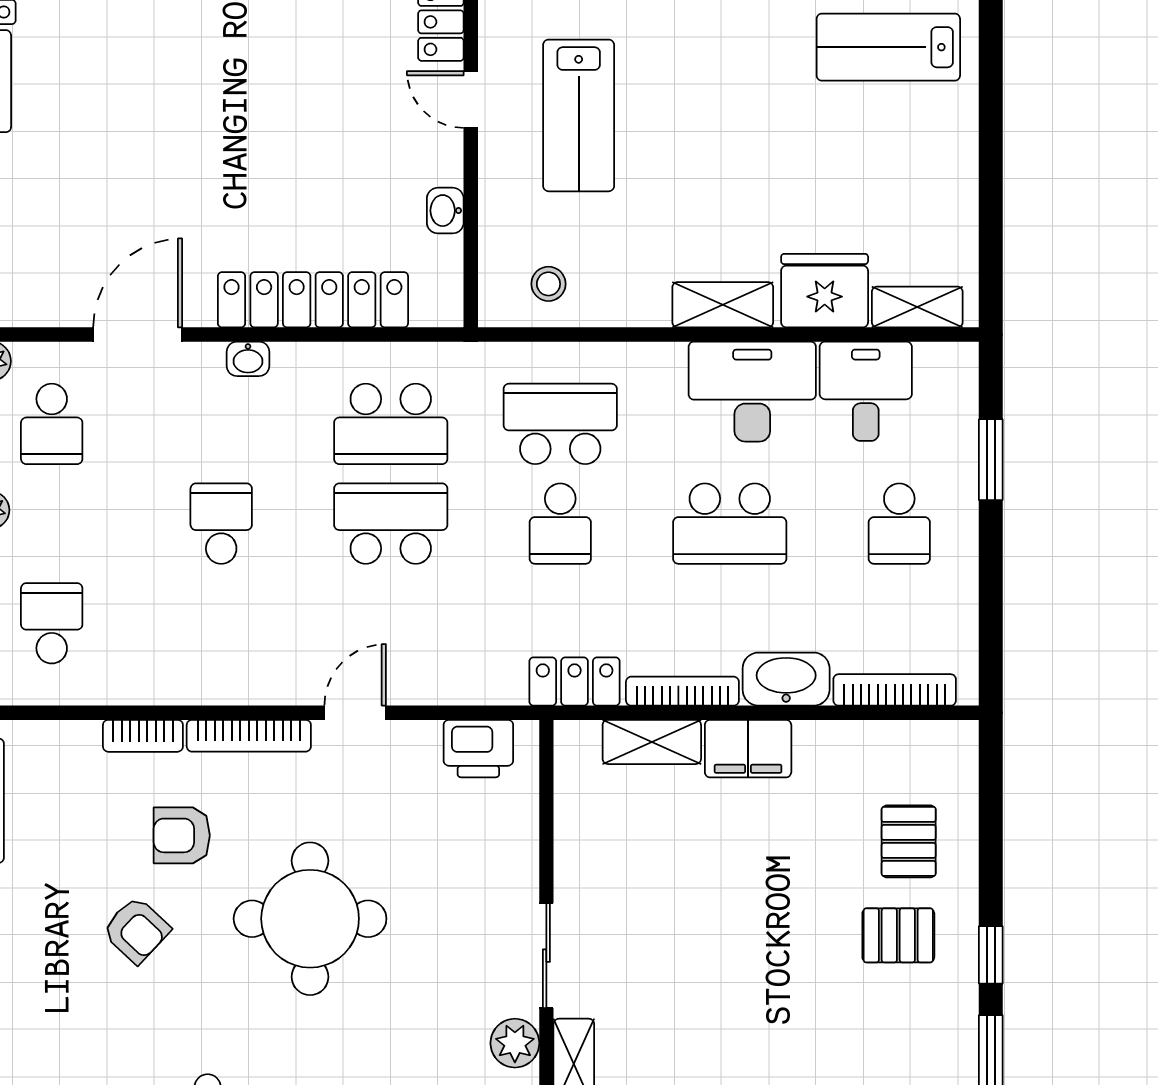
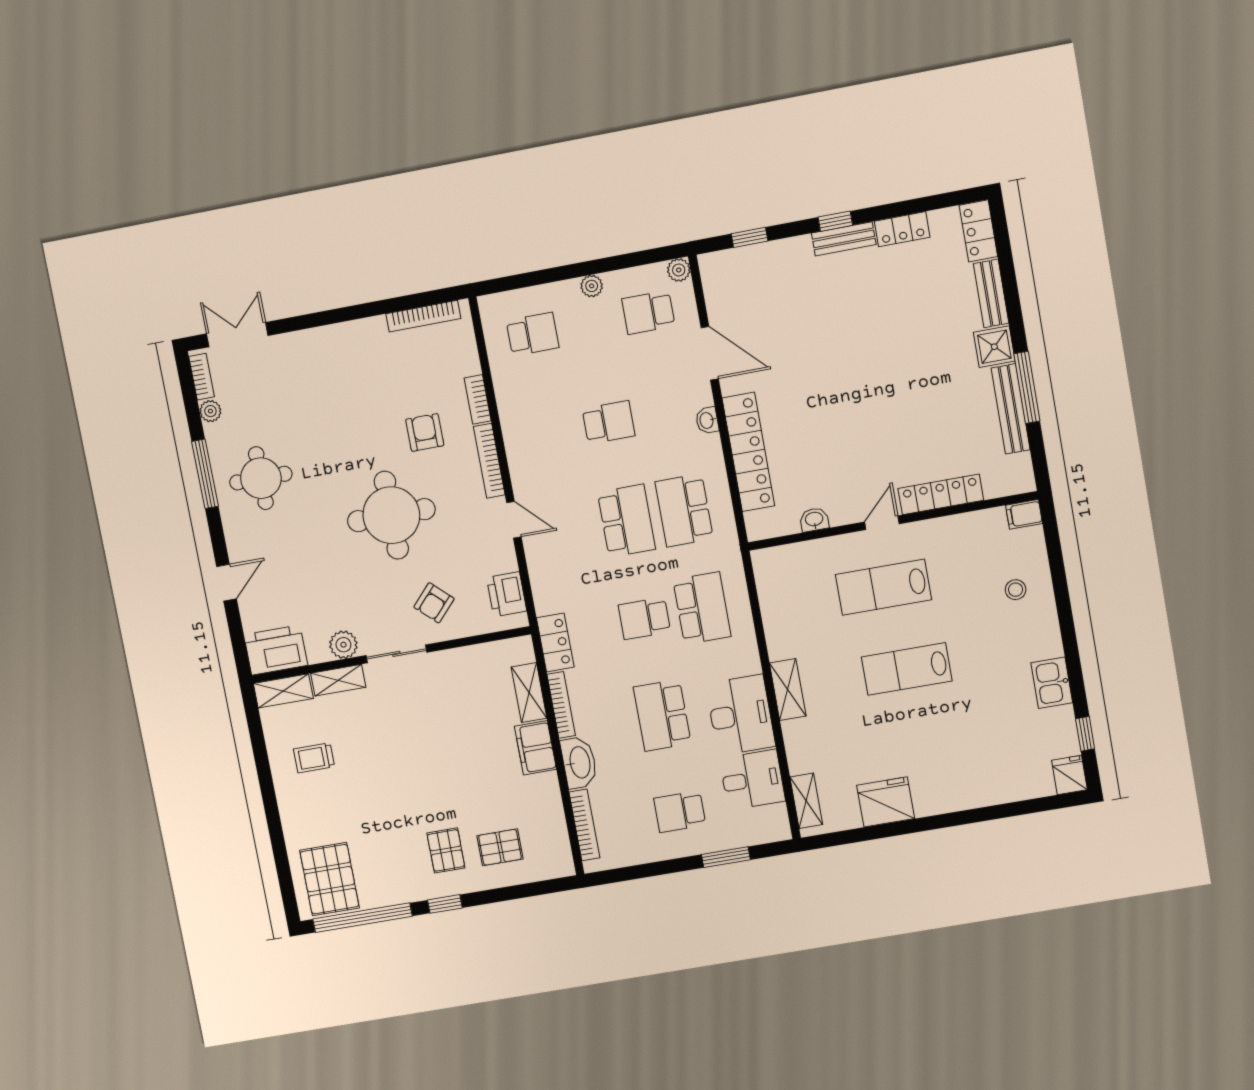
lab bench: (888, 47) -> (907, 669), moved, turned -90
stool: (548, 284) -> (782, 587), removed
fridge: (825, 291) -> (886, 802), moved, turned -90
armchair: (136, 930) -> (434, 603), moved

